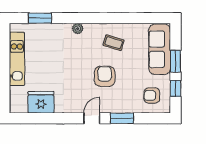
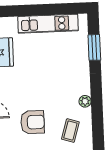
plant: (78, 29) -> (85, 101), moved

